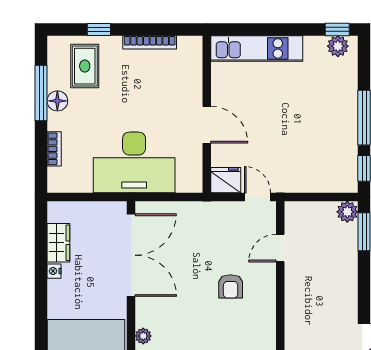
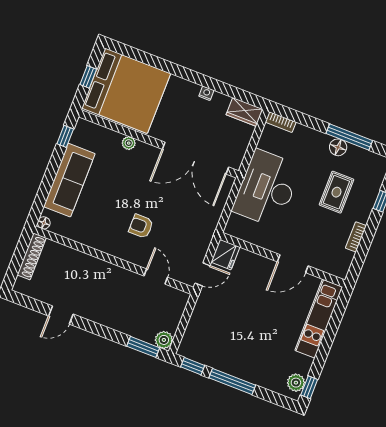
bookcase: (150, 42) -> (356, 237), width x0.64
rug: (85, 66) -> (336, 192), moved, turned 90
door: (207, 125) -> (293, 264), moved
bookcase: (54, 149) -> (281, 122), moved
wardrobe: (58, 243) -> (244, 112), moved

